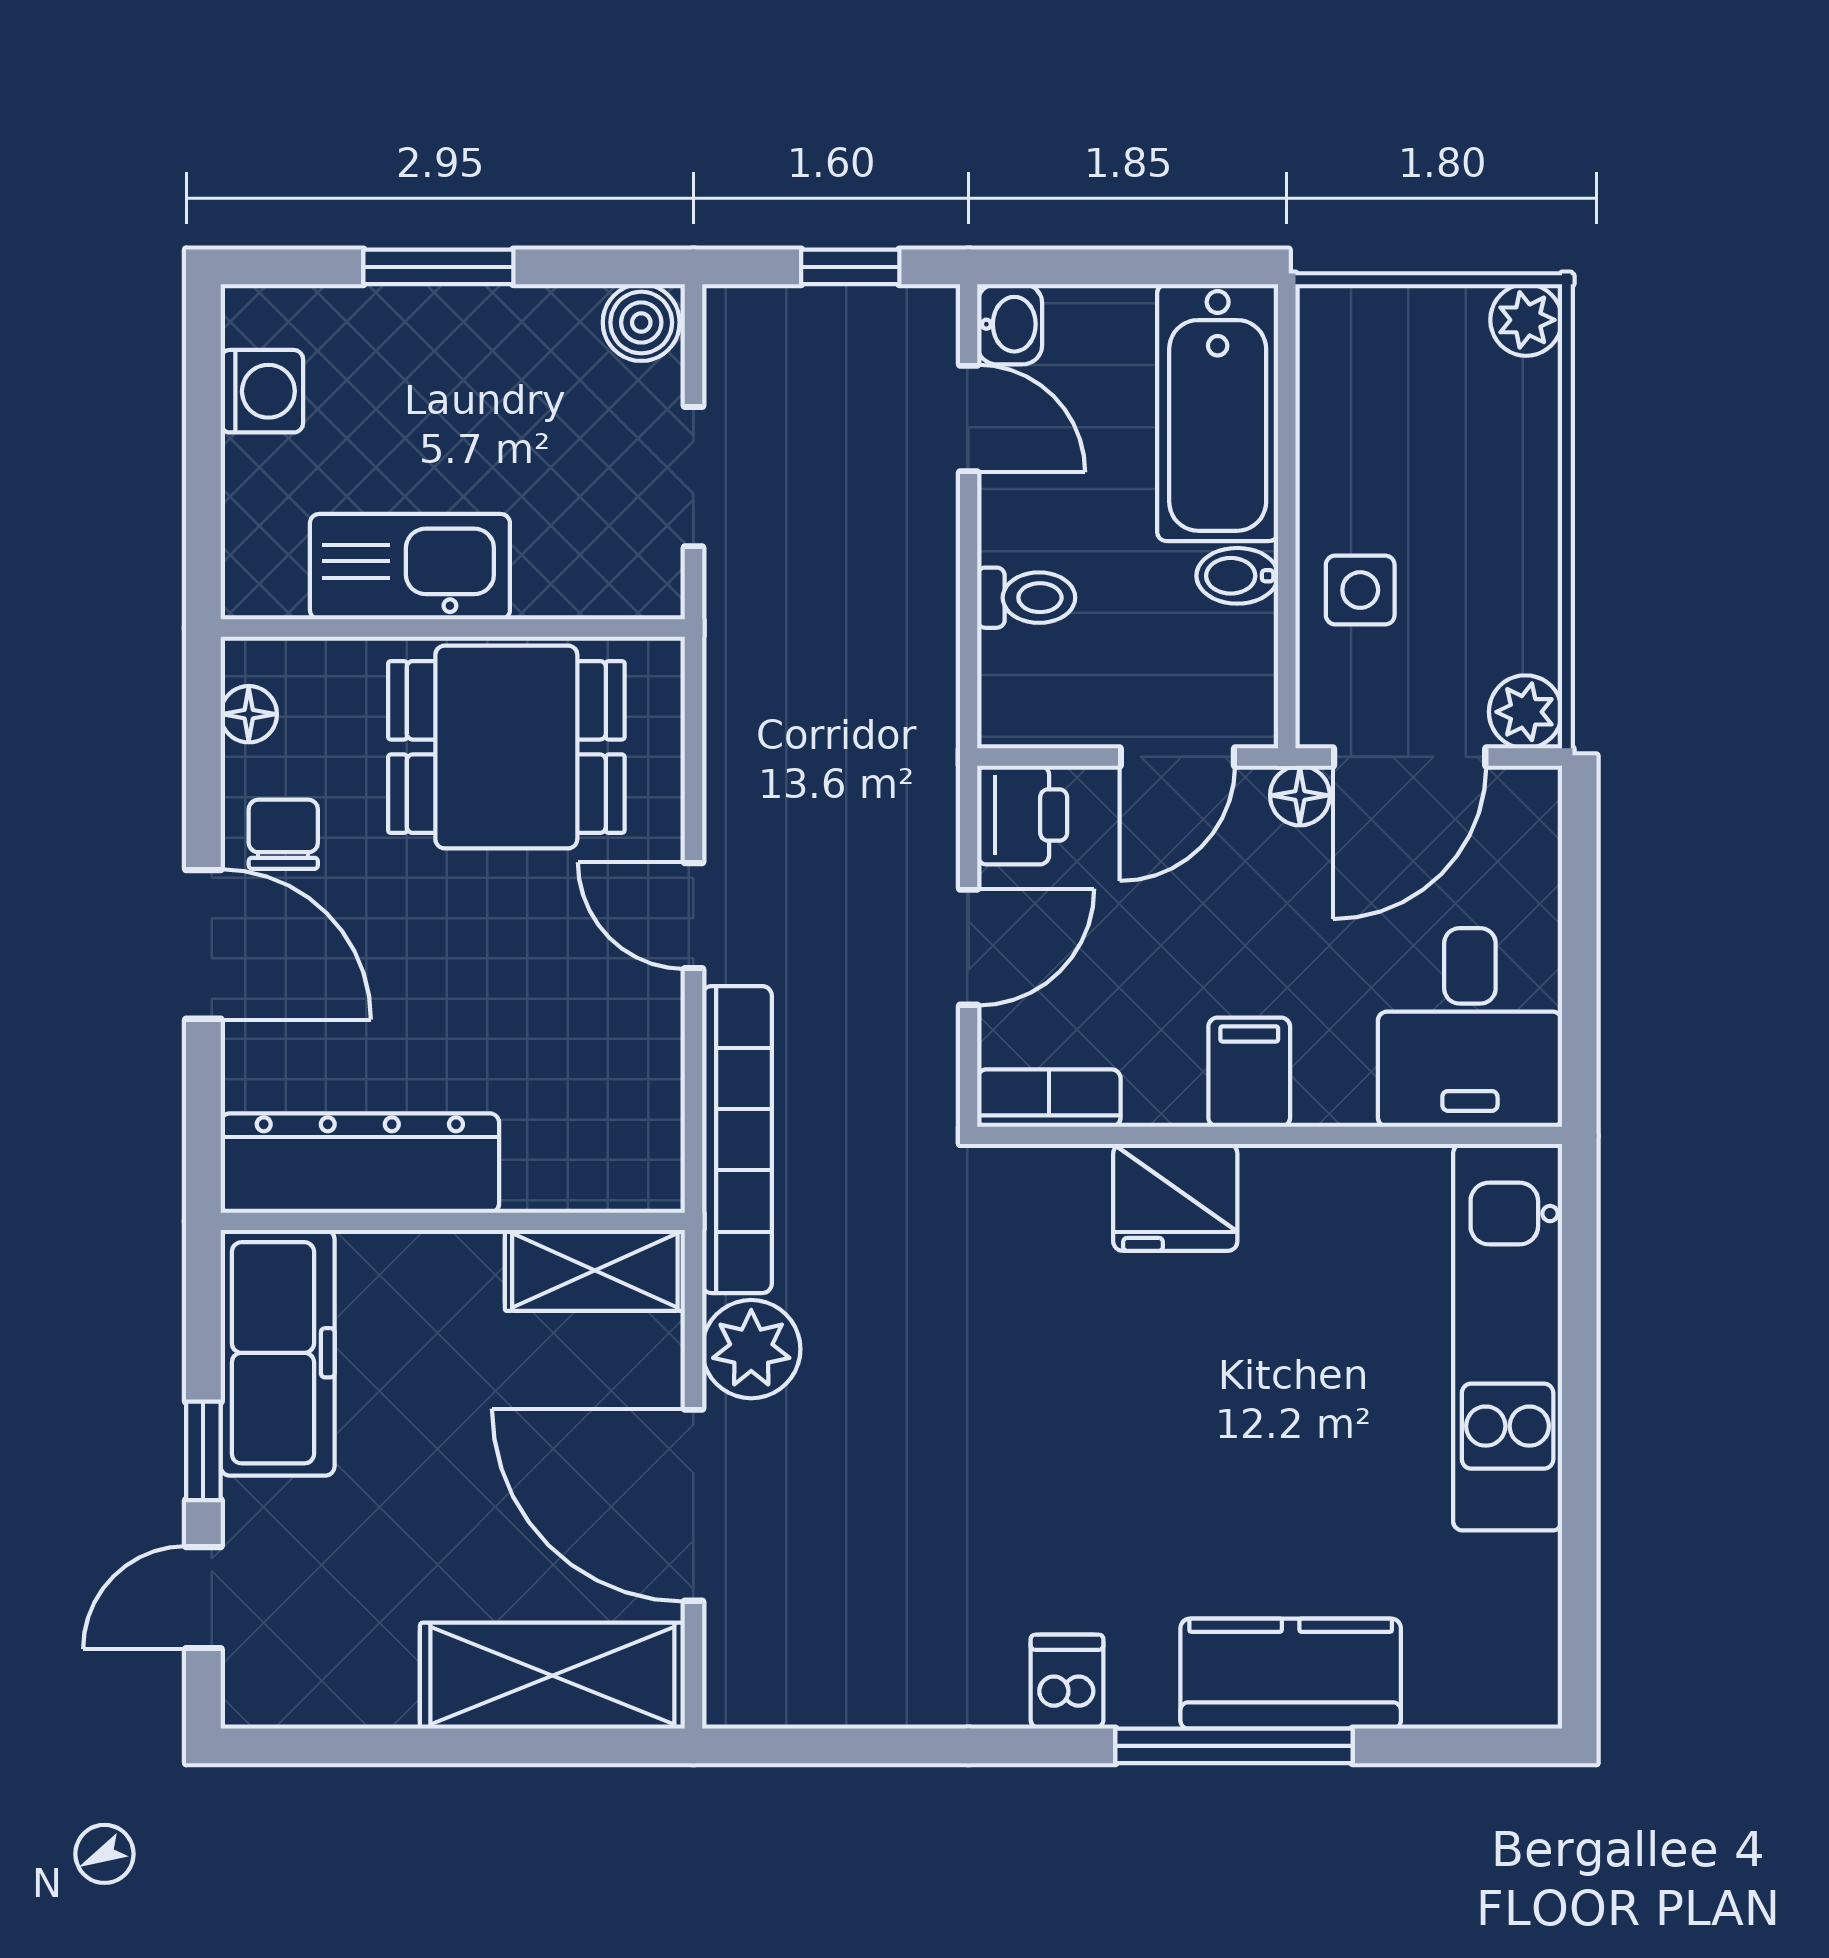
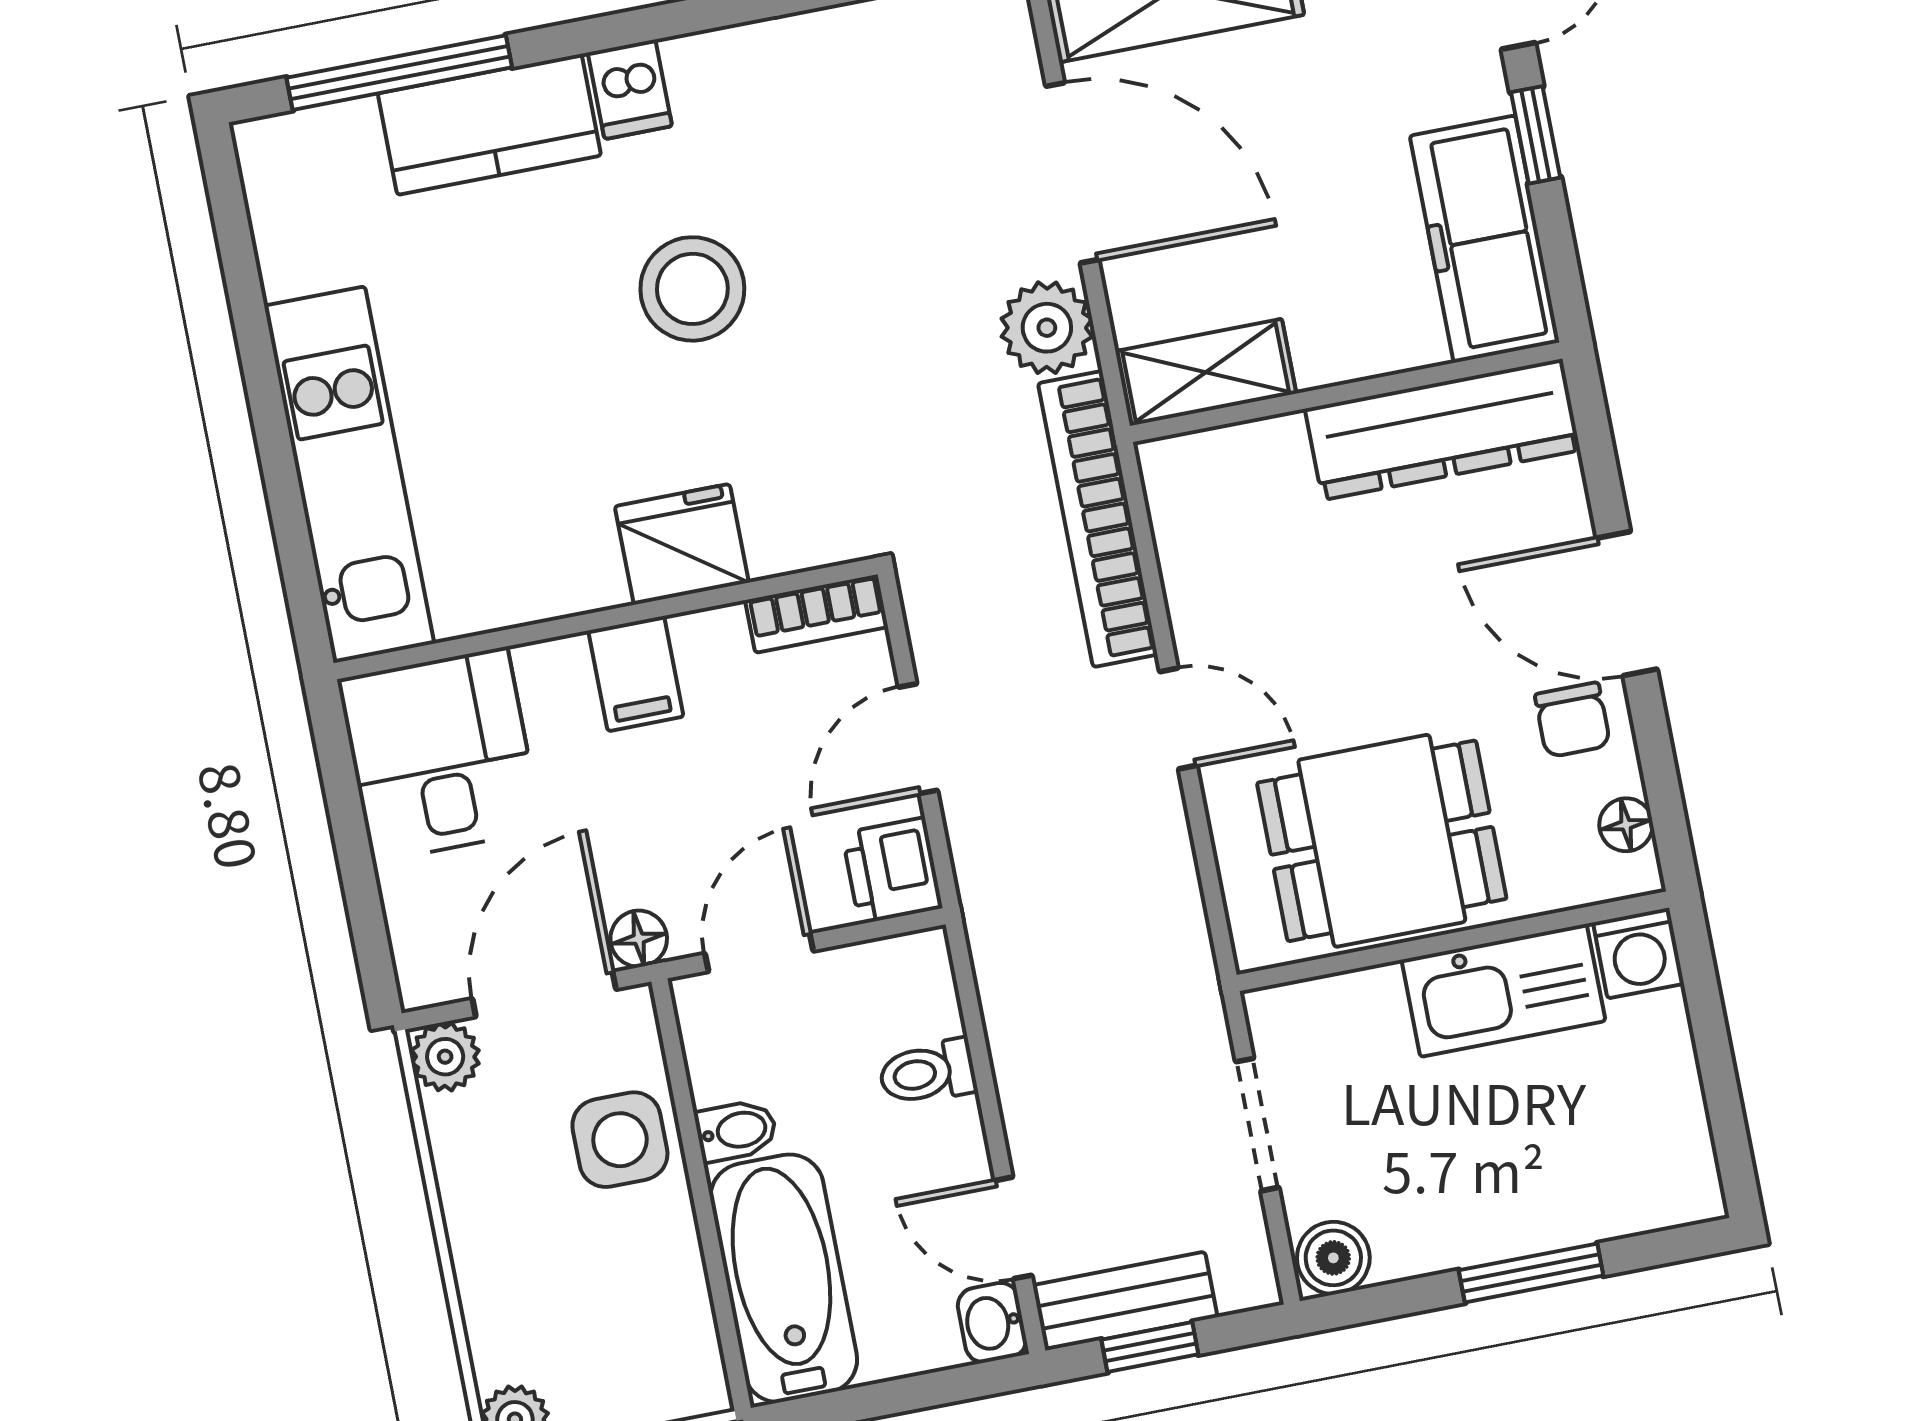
bench: (867, 320) -> (1125, 1301), added
washing machine: (262, 391) -> (1638, 953), moved, turned -90
side table: (1360, 590) -> (620, 1140), width x1.37, depth x1.37
stool: (1113, 1461) -> (692, 289), added
dishwasher: (1067, 1682) -> (630, 89), moved
window: (1234, 1746) -> (399, 73), moved

